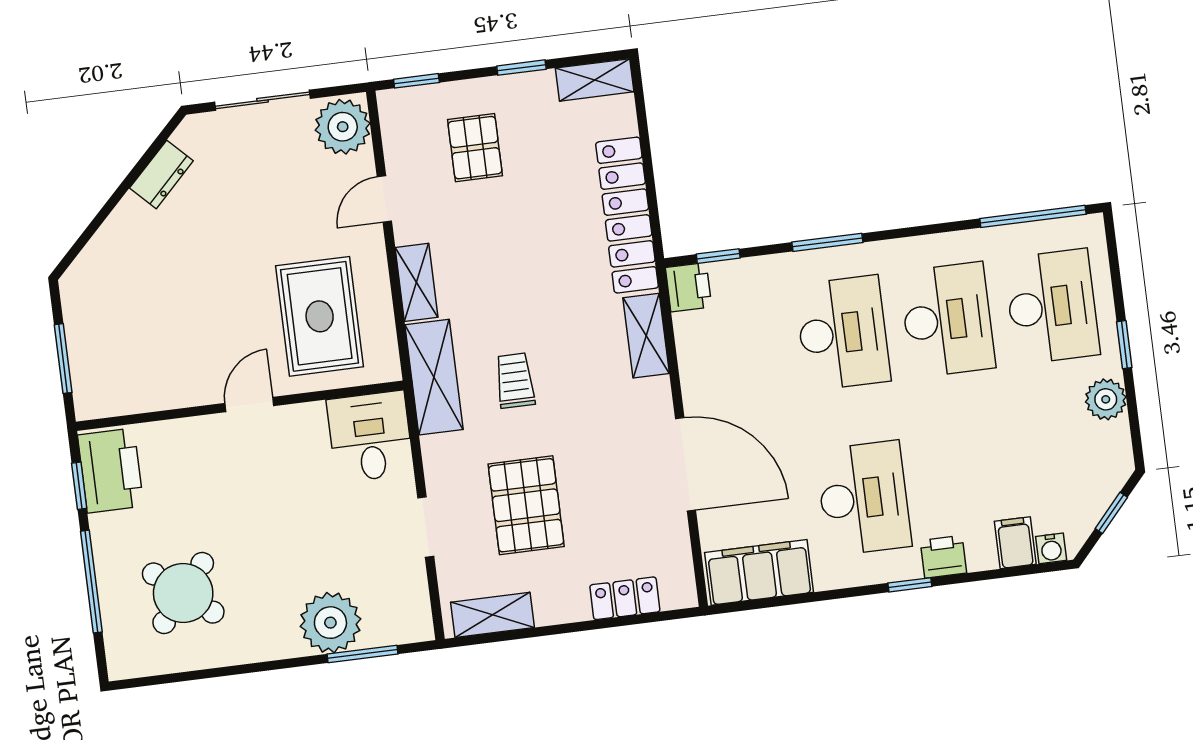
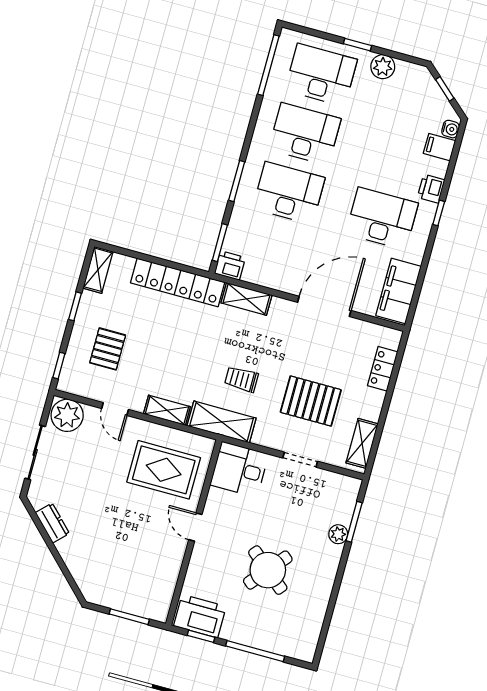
pallet: (475, 148) -> (108, 349), turned 90
window: (718, 256) -> (220, 243), width x1.50
round table: (183, 593) -> (268, 570), moved
plant: (330, 623) -> (338, 534), width x0.53, depth x0.53

